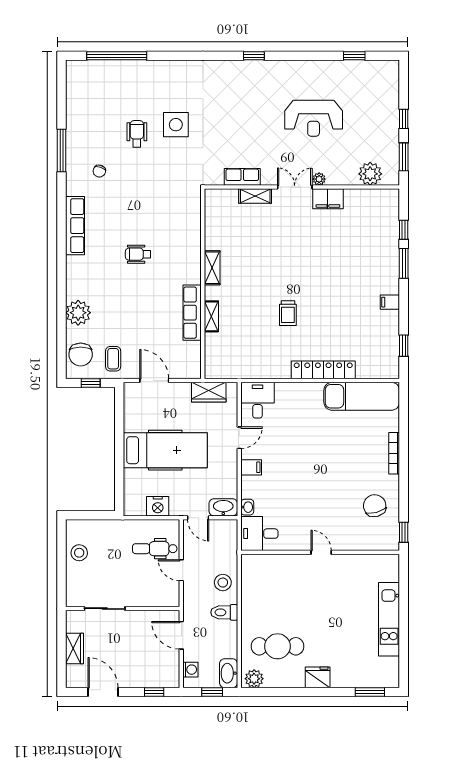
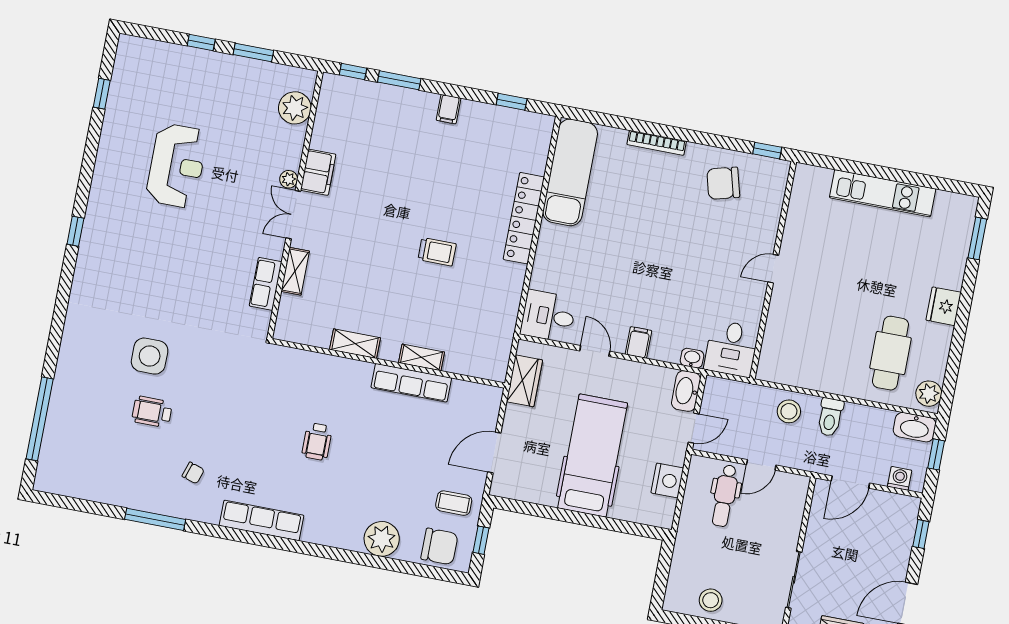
plant: (370, 174) -> (295, 108), moved
row of seats: (242, 177) -> (266, 284), moved
plant: (319, 179) -> (289, 179), moved
double door: (295, 187) -> (293, 215), moved
wall: (302, 187) -> (295, 205), moved
shelving: (255, 196) -> (295, 271), moved
filing cabinet: (328, 199) -> (318, 172), moved

